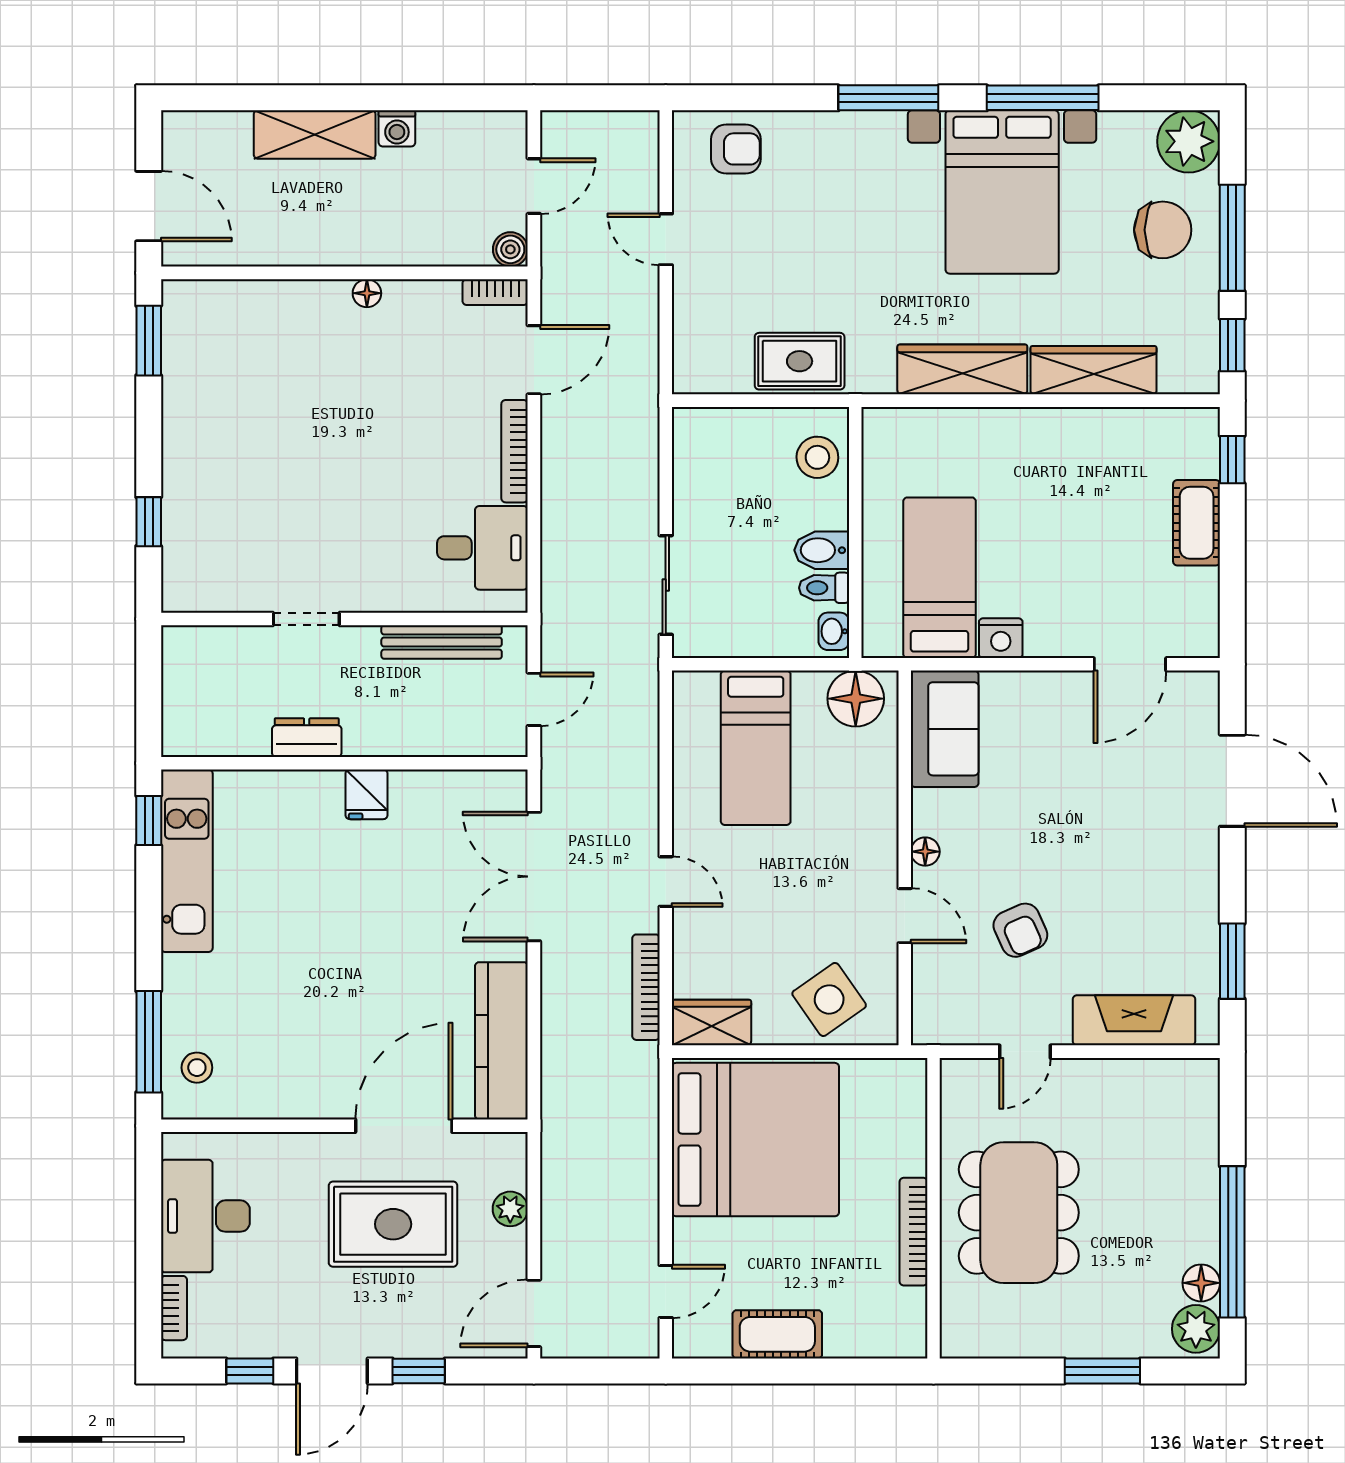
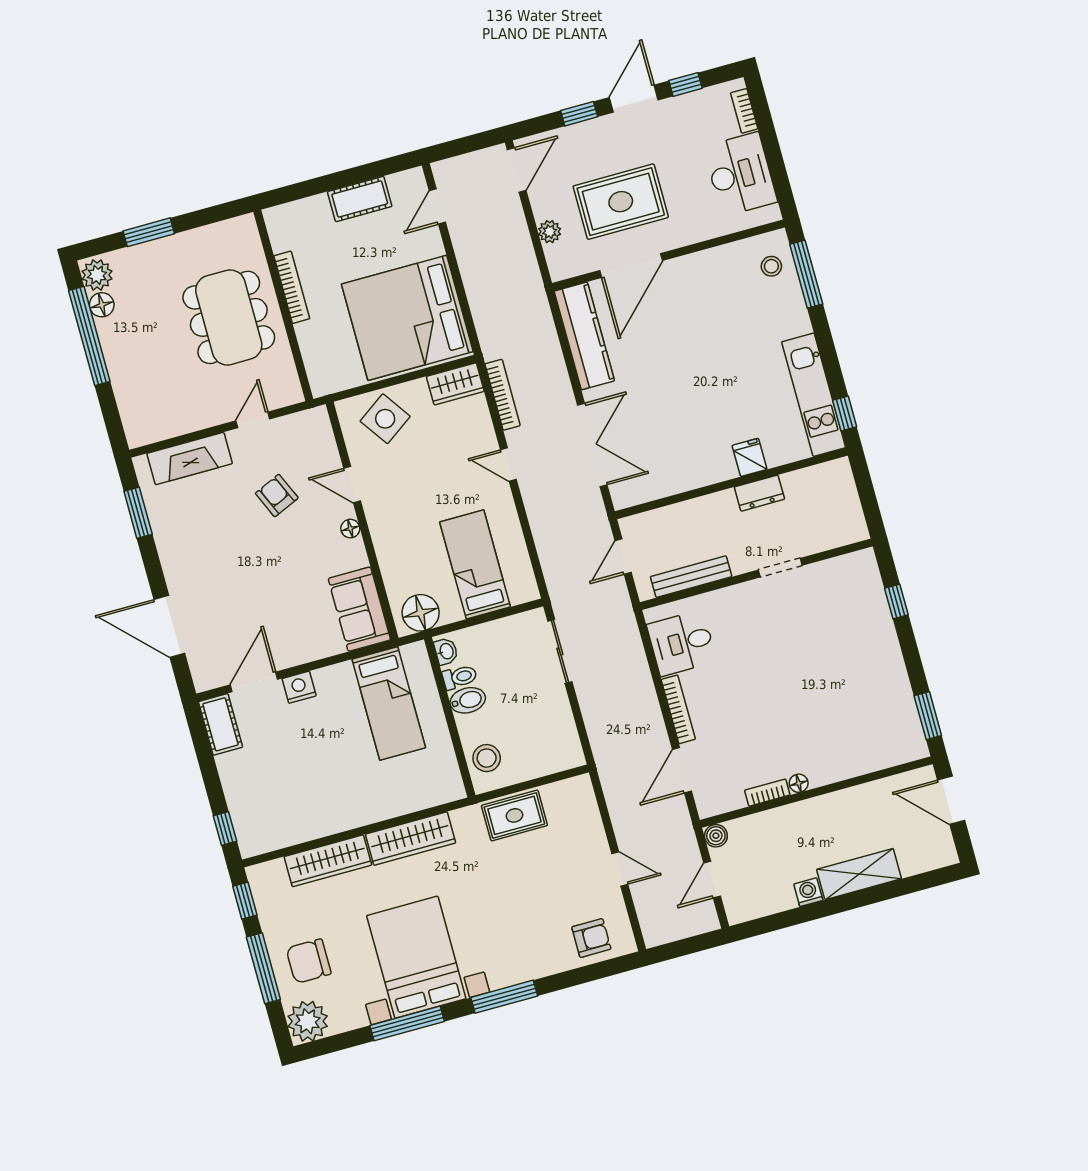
armchair: (736, 149) -> (591, 938), turned 180
bookcase: (495, 292) -> (767, 793), moved
cot: (1197, 523) -> (220, 724), moved
nightstand: (1001, 638) -> (299, 687), moved
fridge: (367, 794) -> (749, 457), moved

